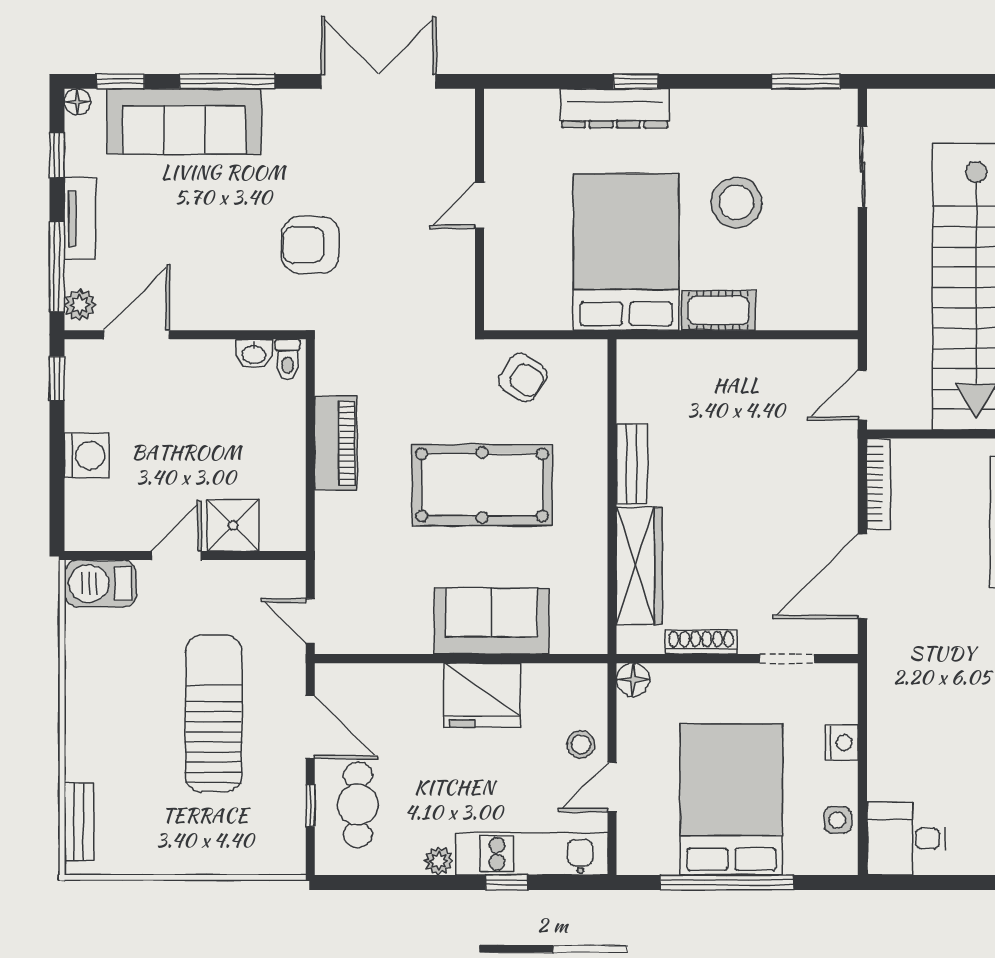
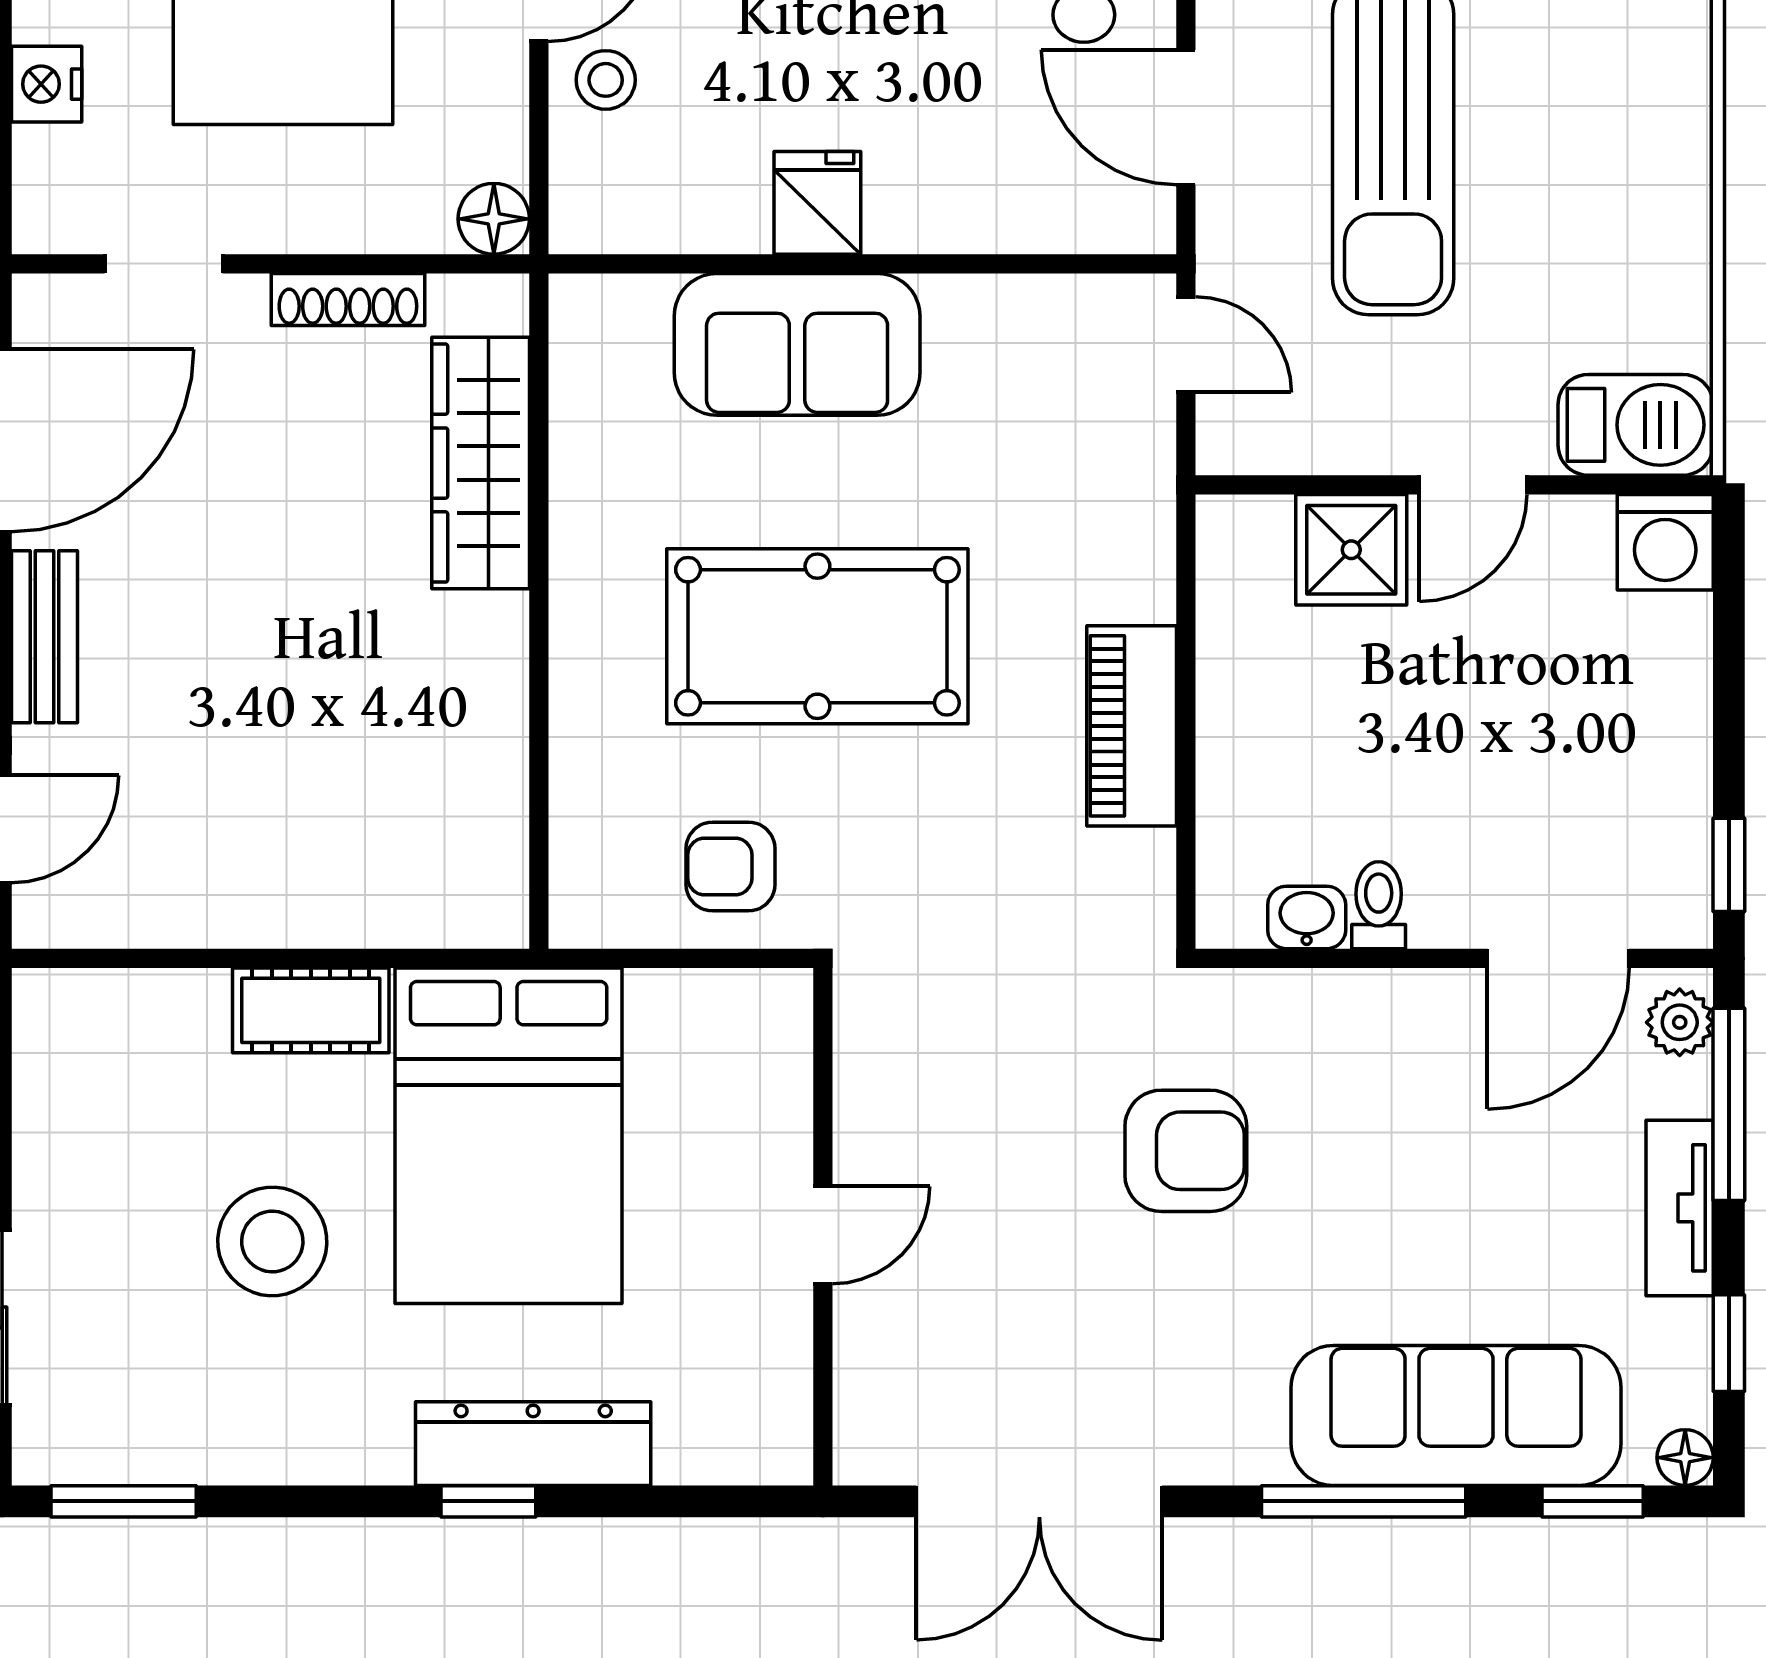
toilet: (287, 359) -> (1379, 905), moved
armchair: (523, 378) -> (731, 867), turned -33
washing machine: (87, 455) -> (1665, 542), moved, turned -90
bench: (632, 464) -> (45, 637), moved
fridge: (482, 695) -> (817, 203), width x0.53, depth x0.75

